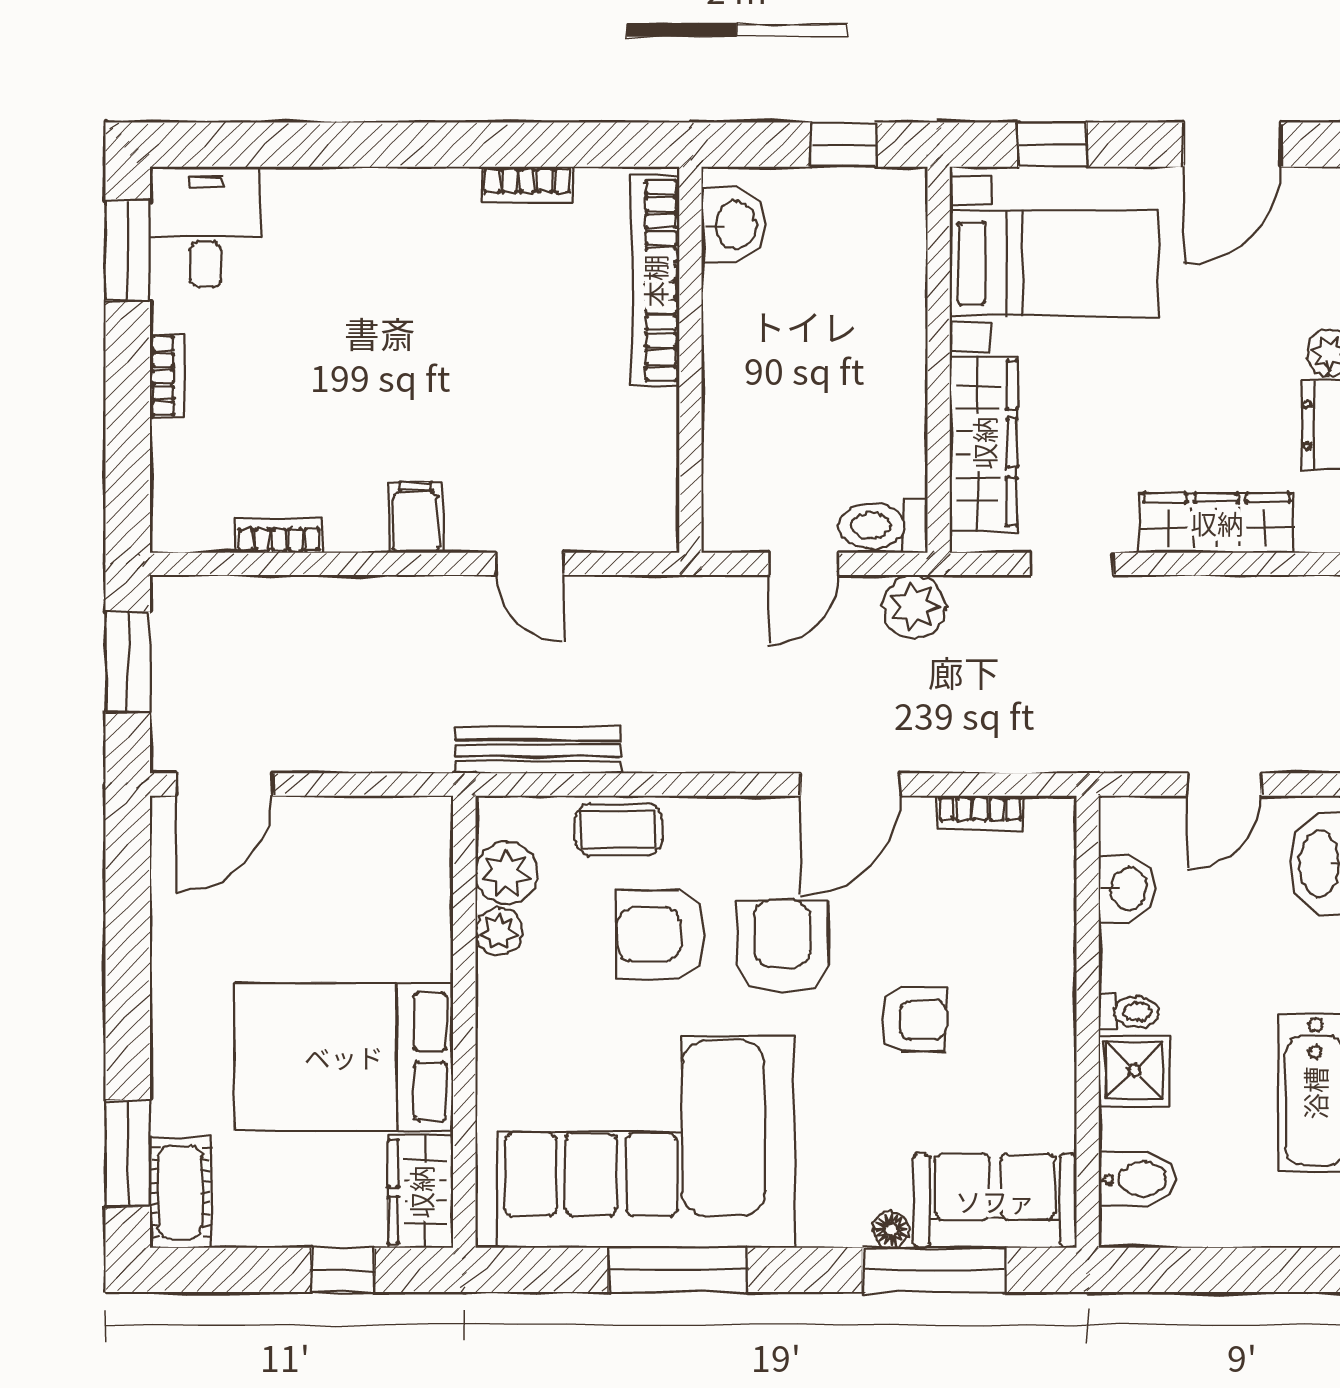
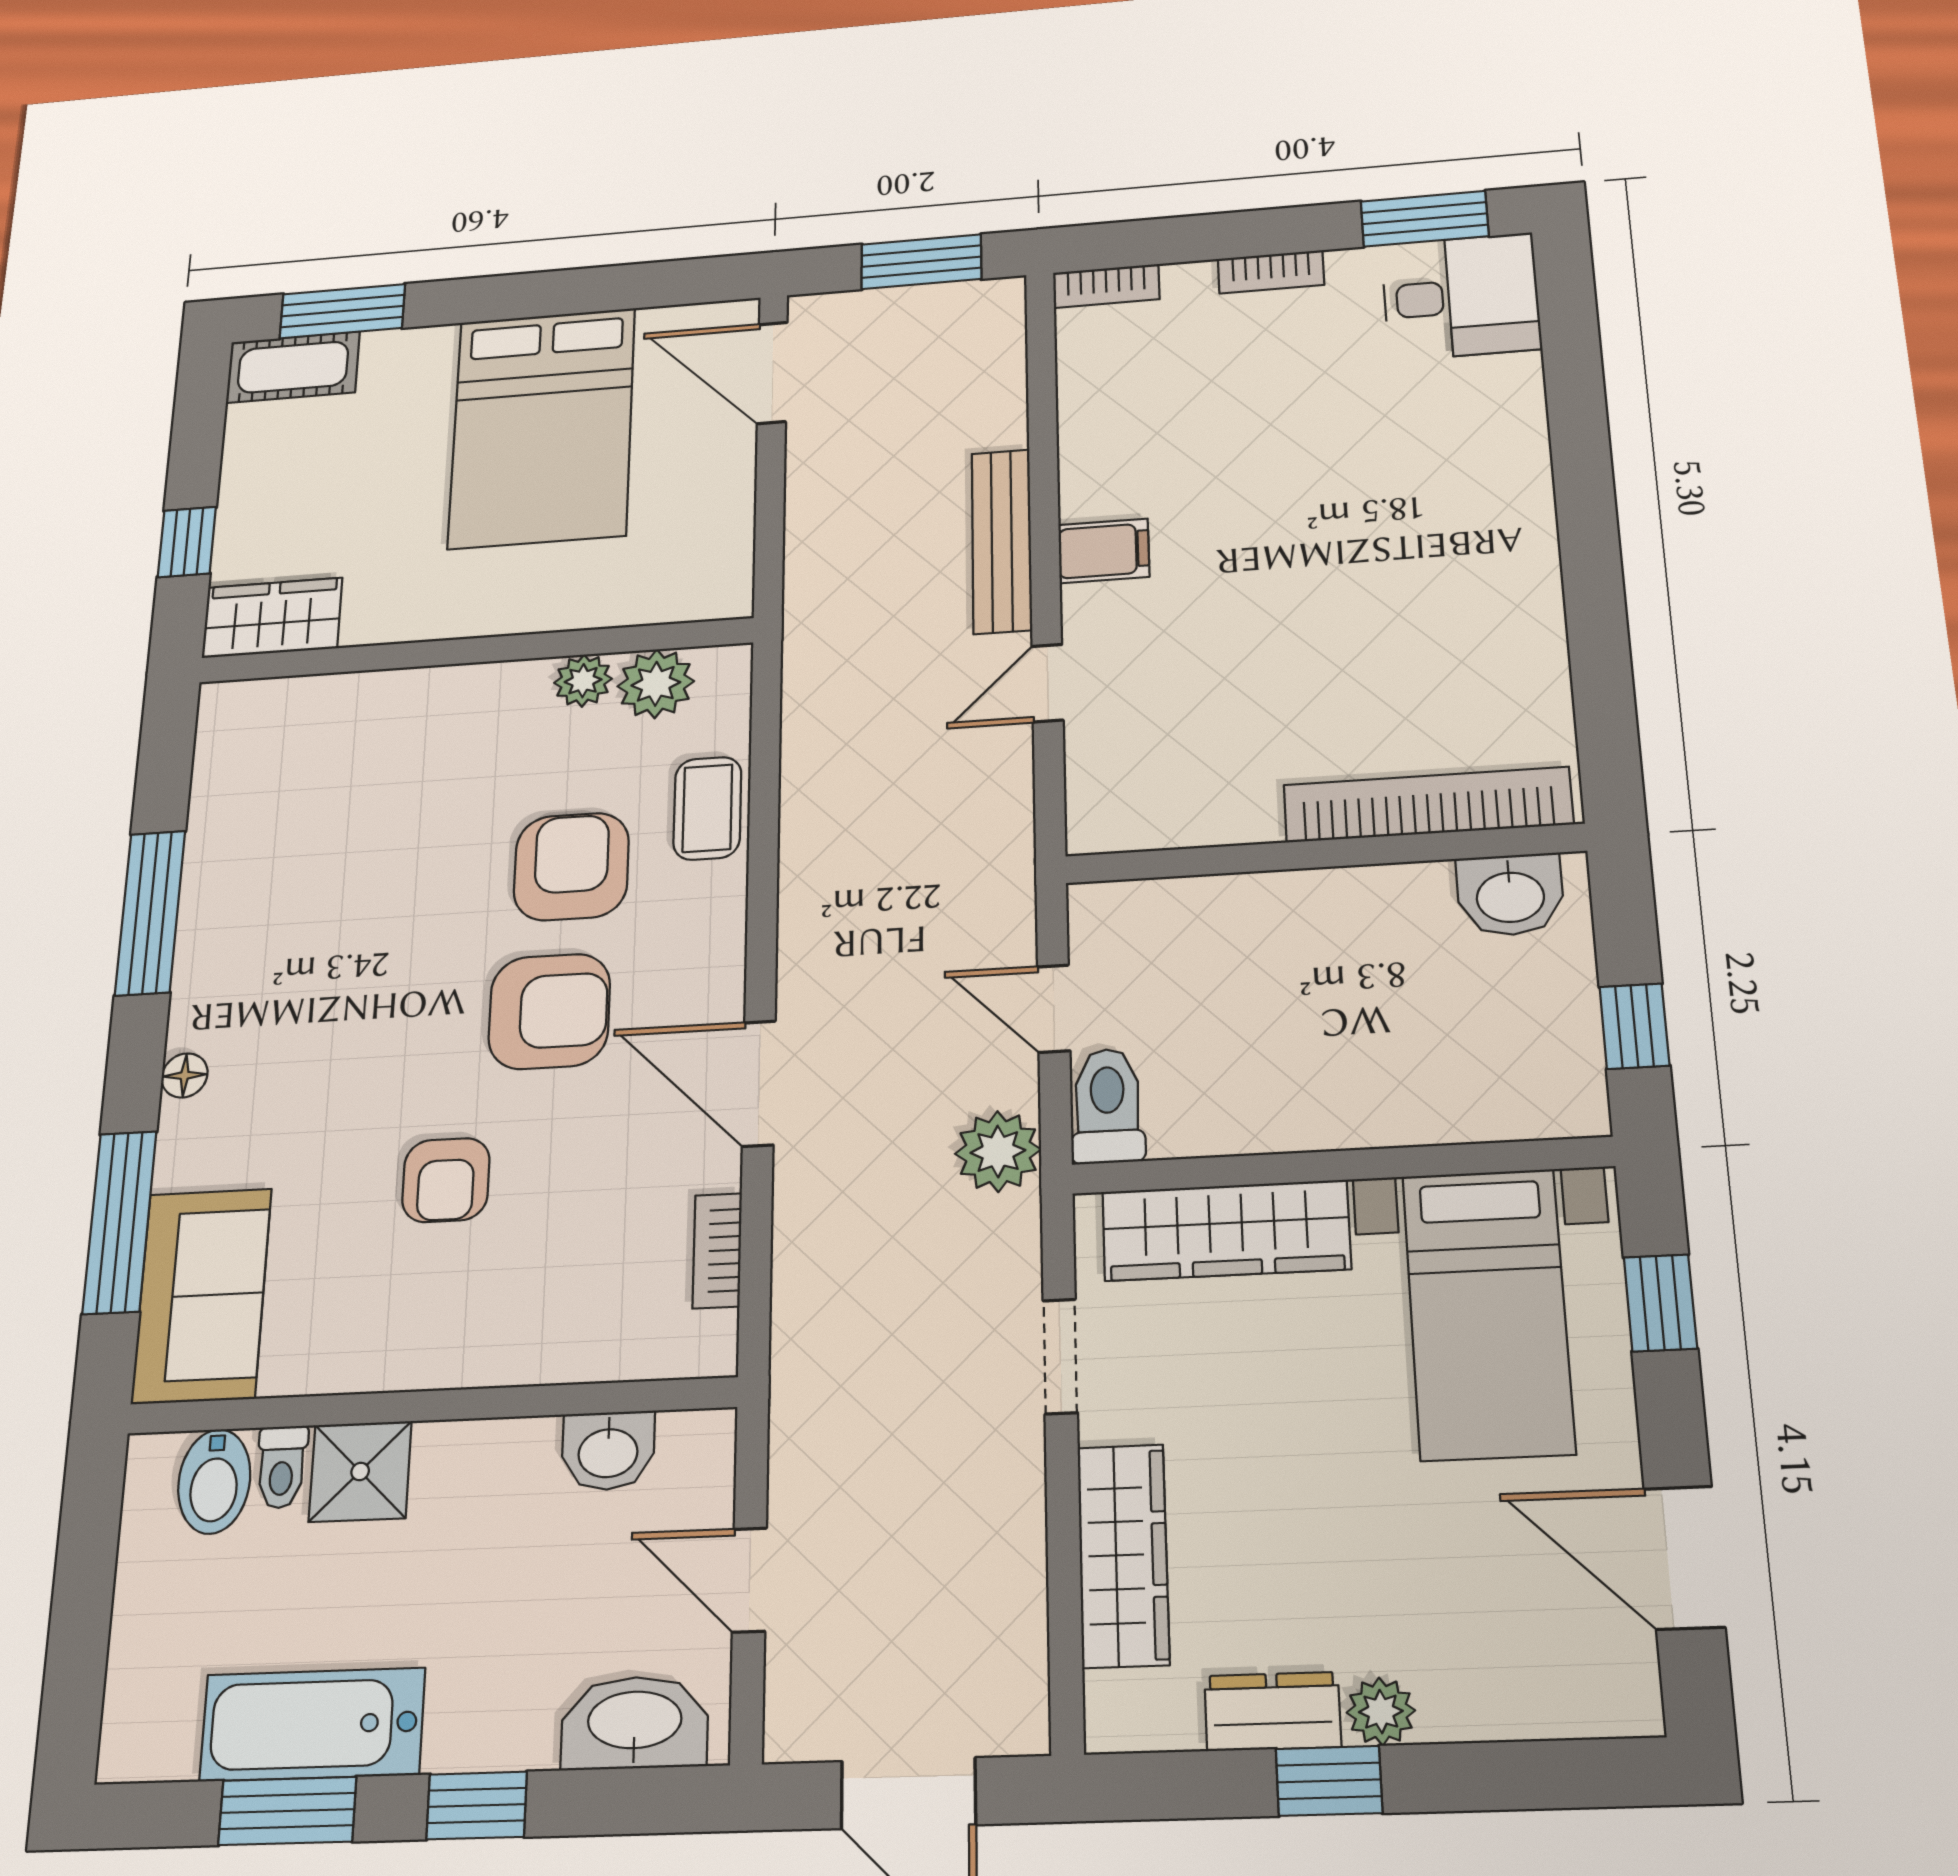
bookcase: (527, 185) -> (1544, 646), removed
bookcase: (279, 536) -> (1106, 286), moved, turned 90
bench: (538, 750) -> (1002, 541), moved
toilet: (1129, 1012) -> (282, 1467), moved
bed: (344, 1057) -> (542, 427), moved, turned 180
corner sofa: (646, 1142) -> (312, 866), removed
floor lamp: (891, 1230) -> (185, 1075), moved

